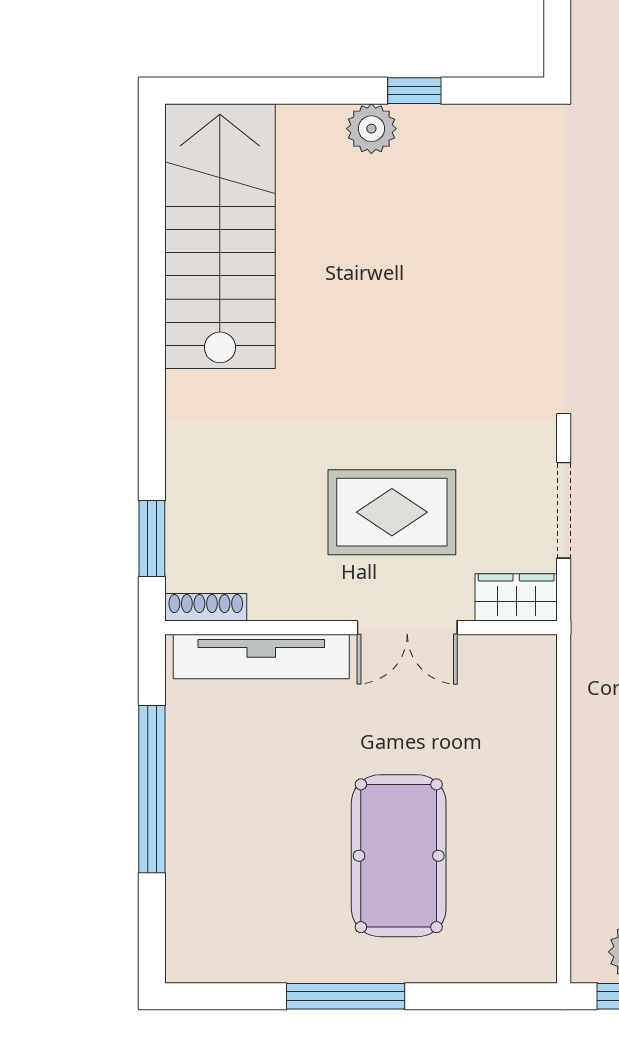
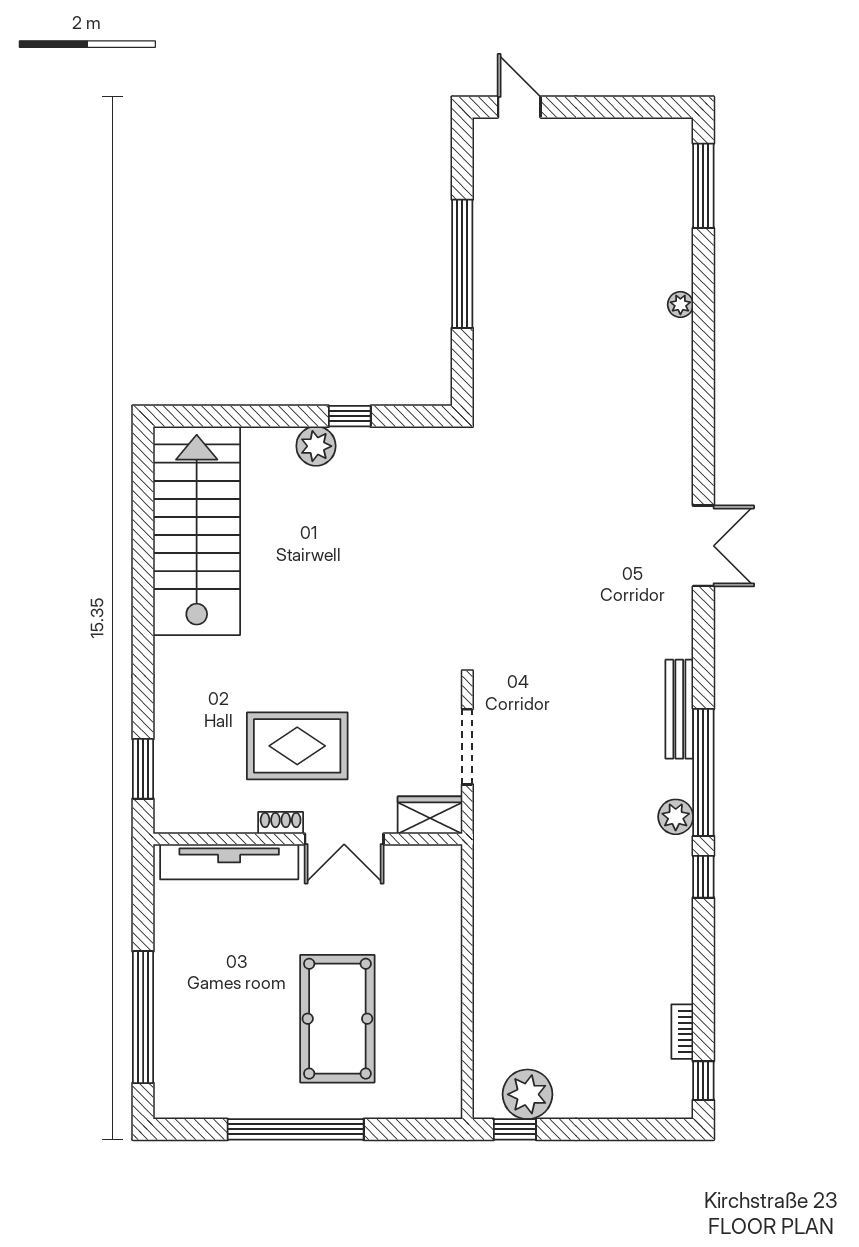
rug: (392, 512) -> (297, 746), moved
shoe rack: (206, 607) -> (281, 823), moved, width x0.70
window: (152, 789) -> (143, 1017), moved
window: (346, 996) -> (296, 1129), width x1.46

